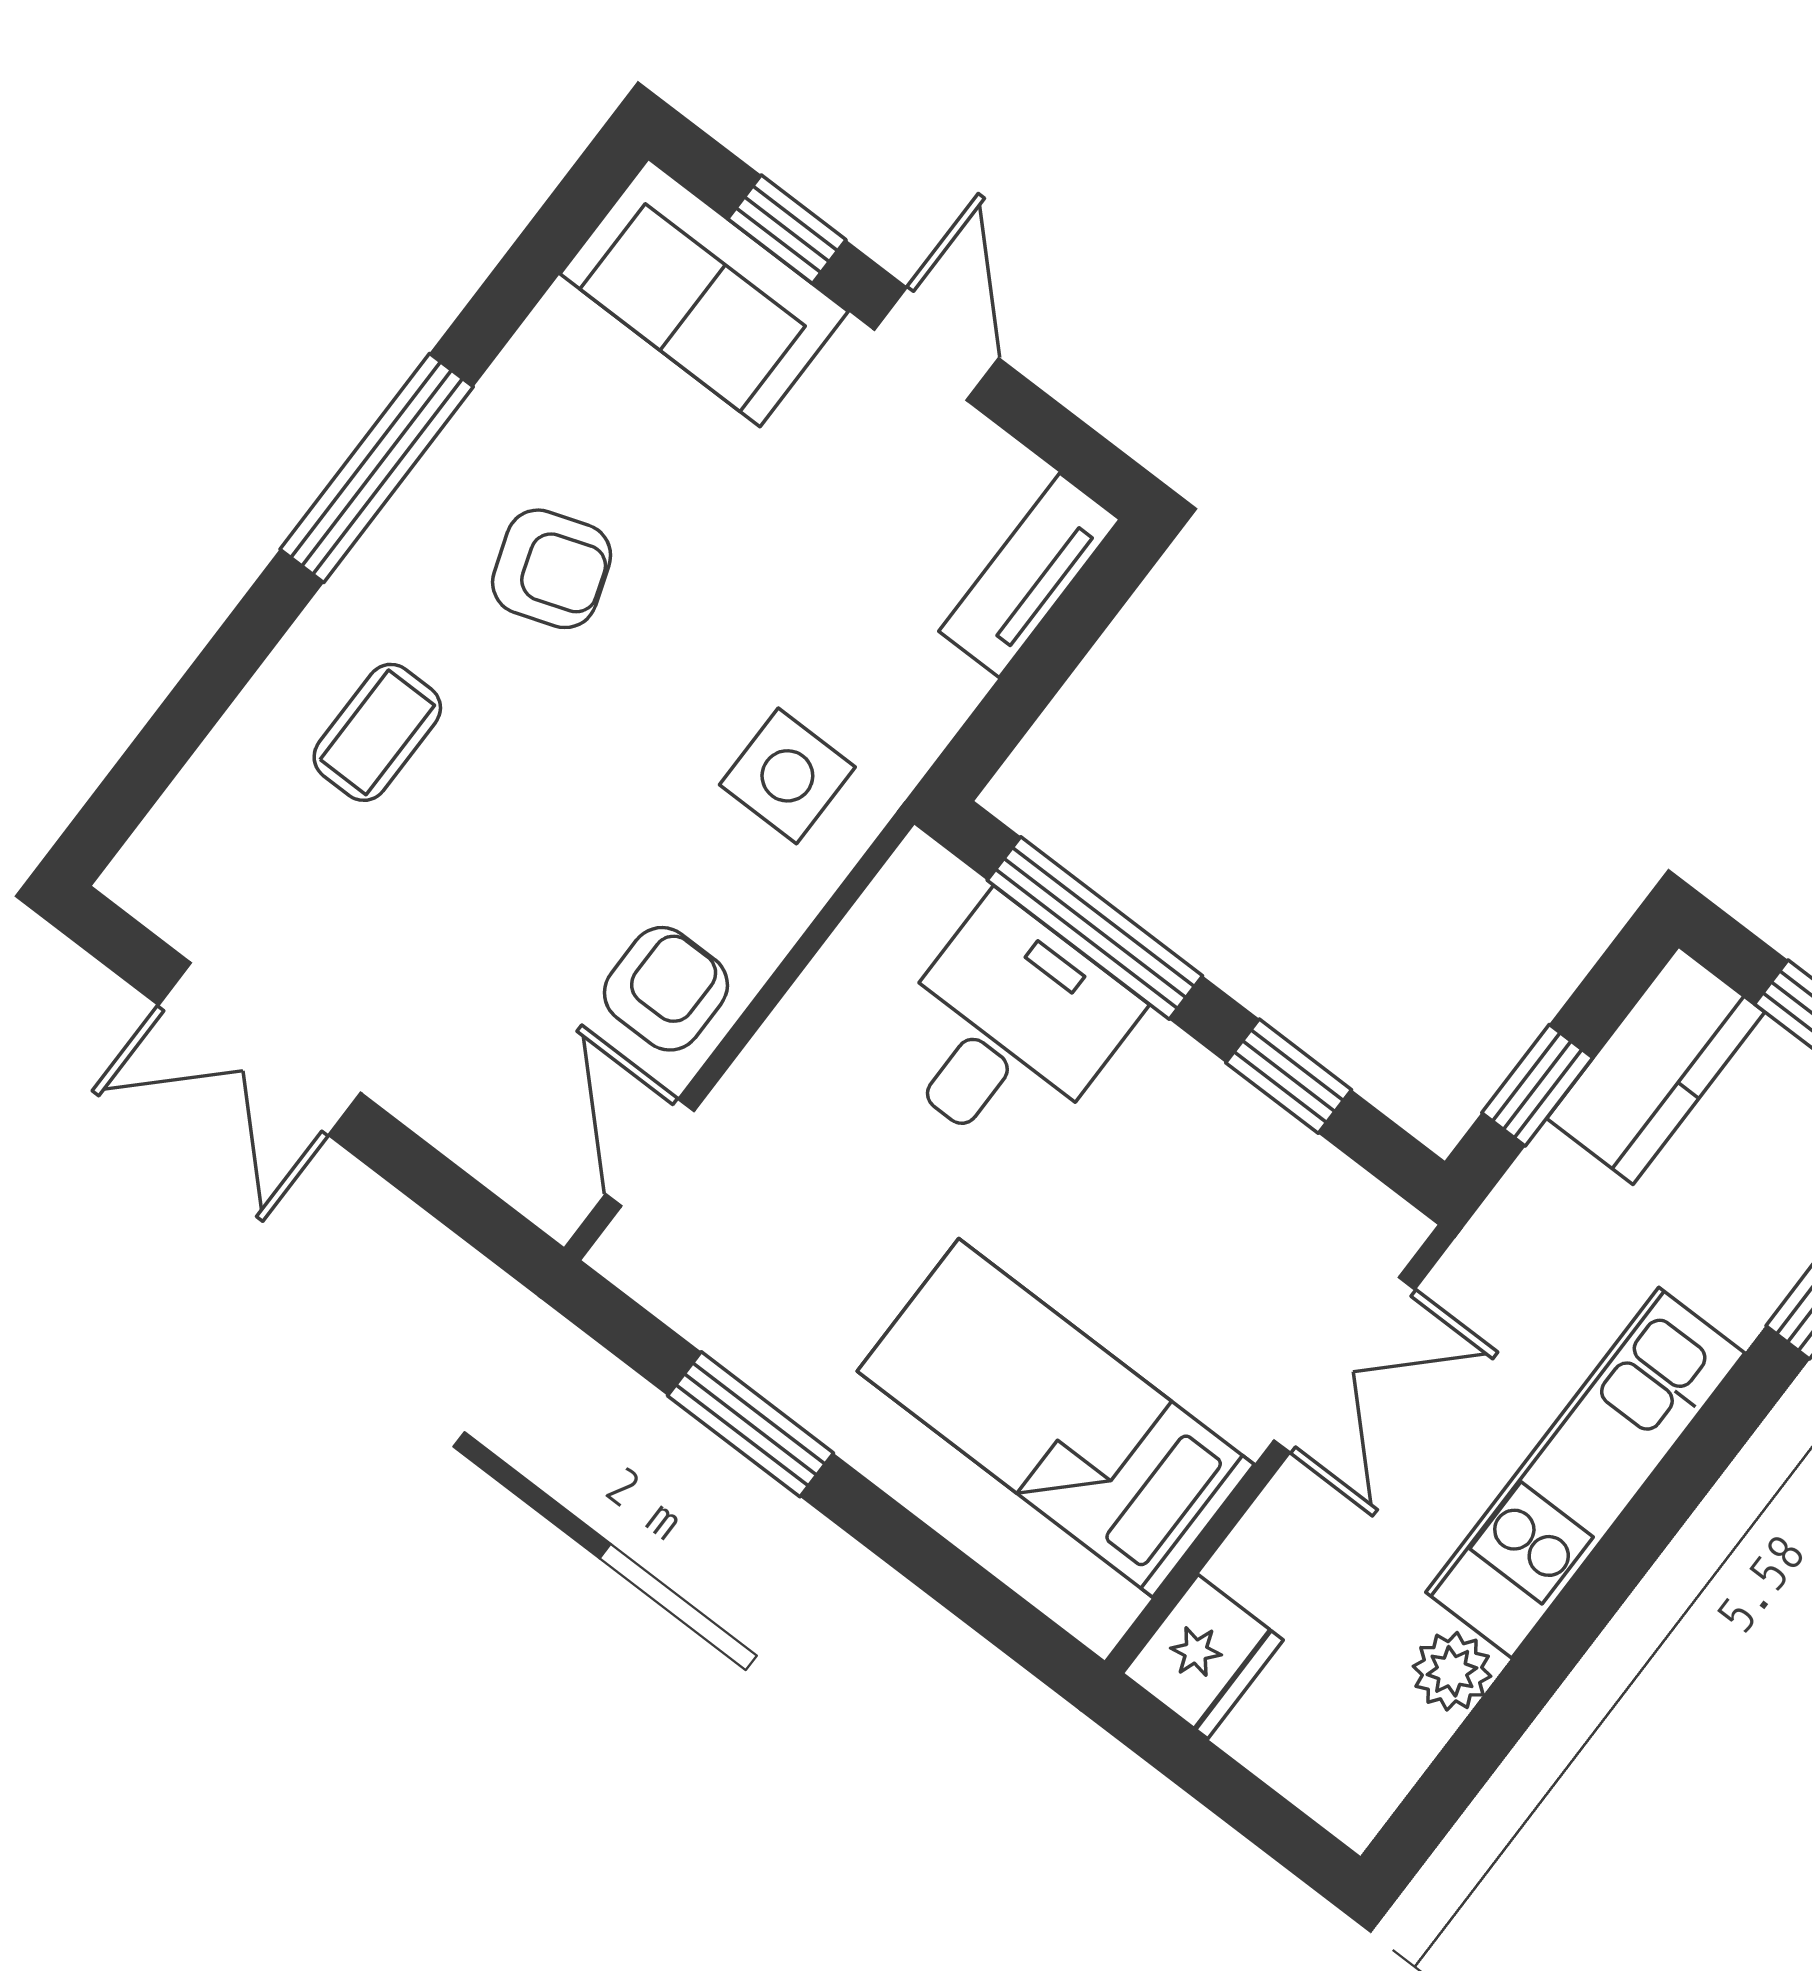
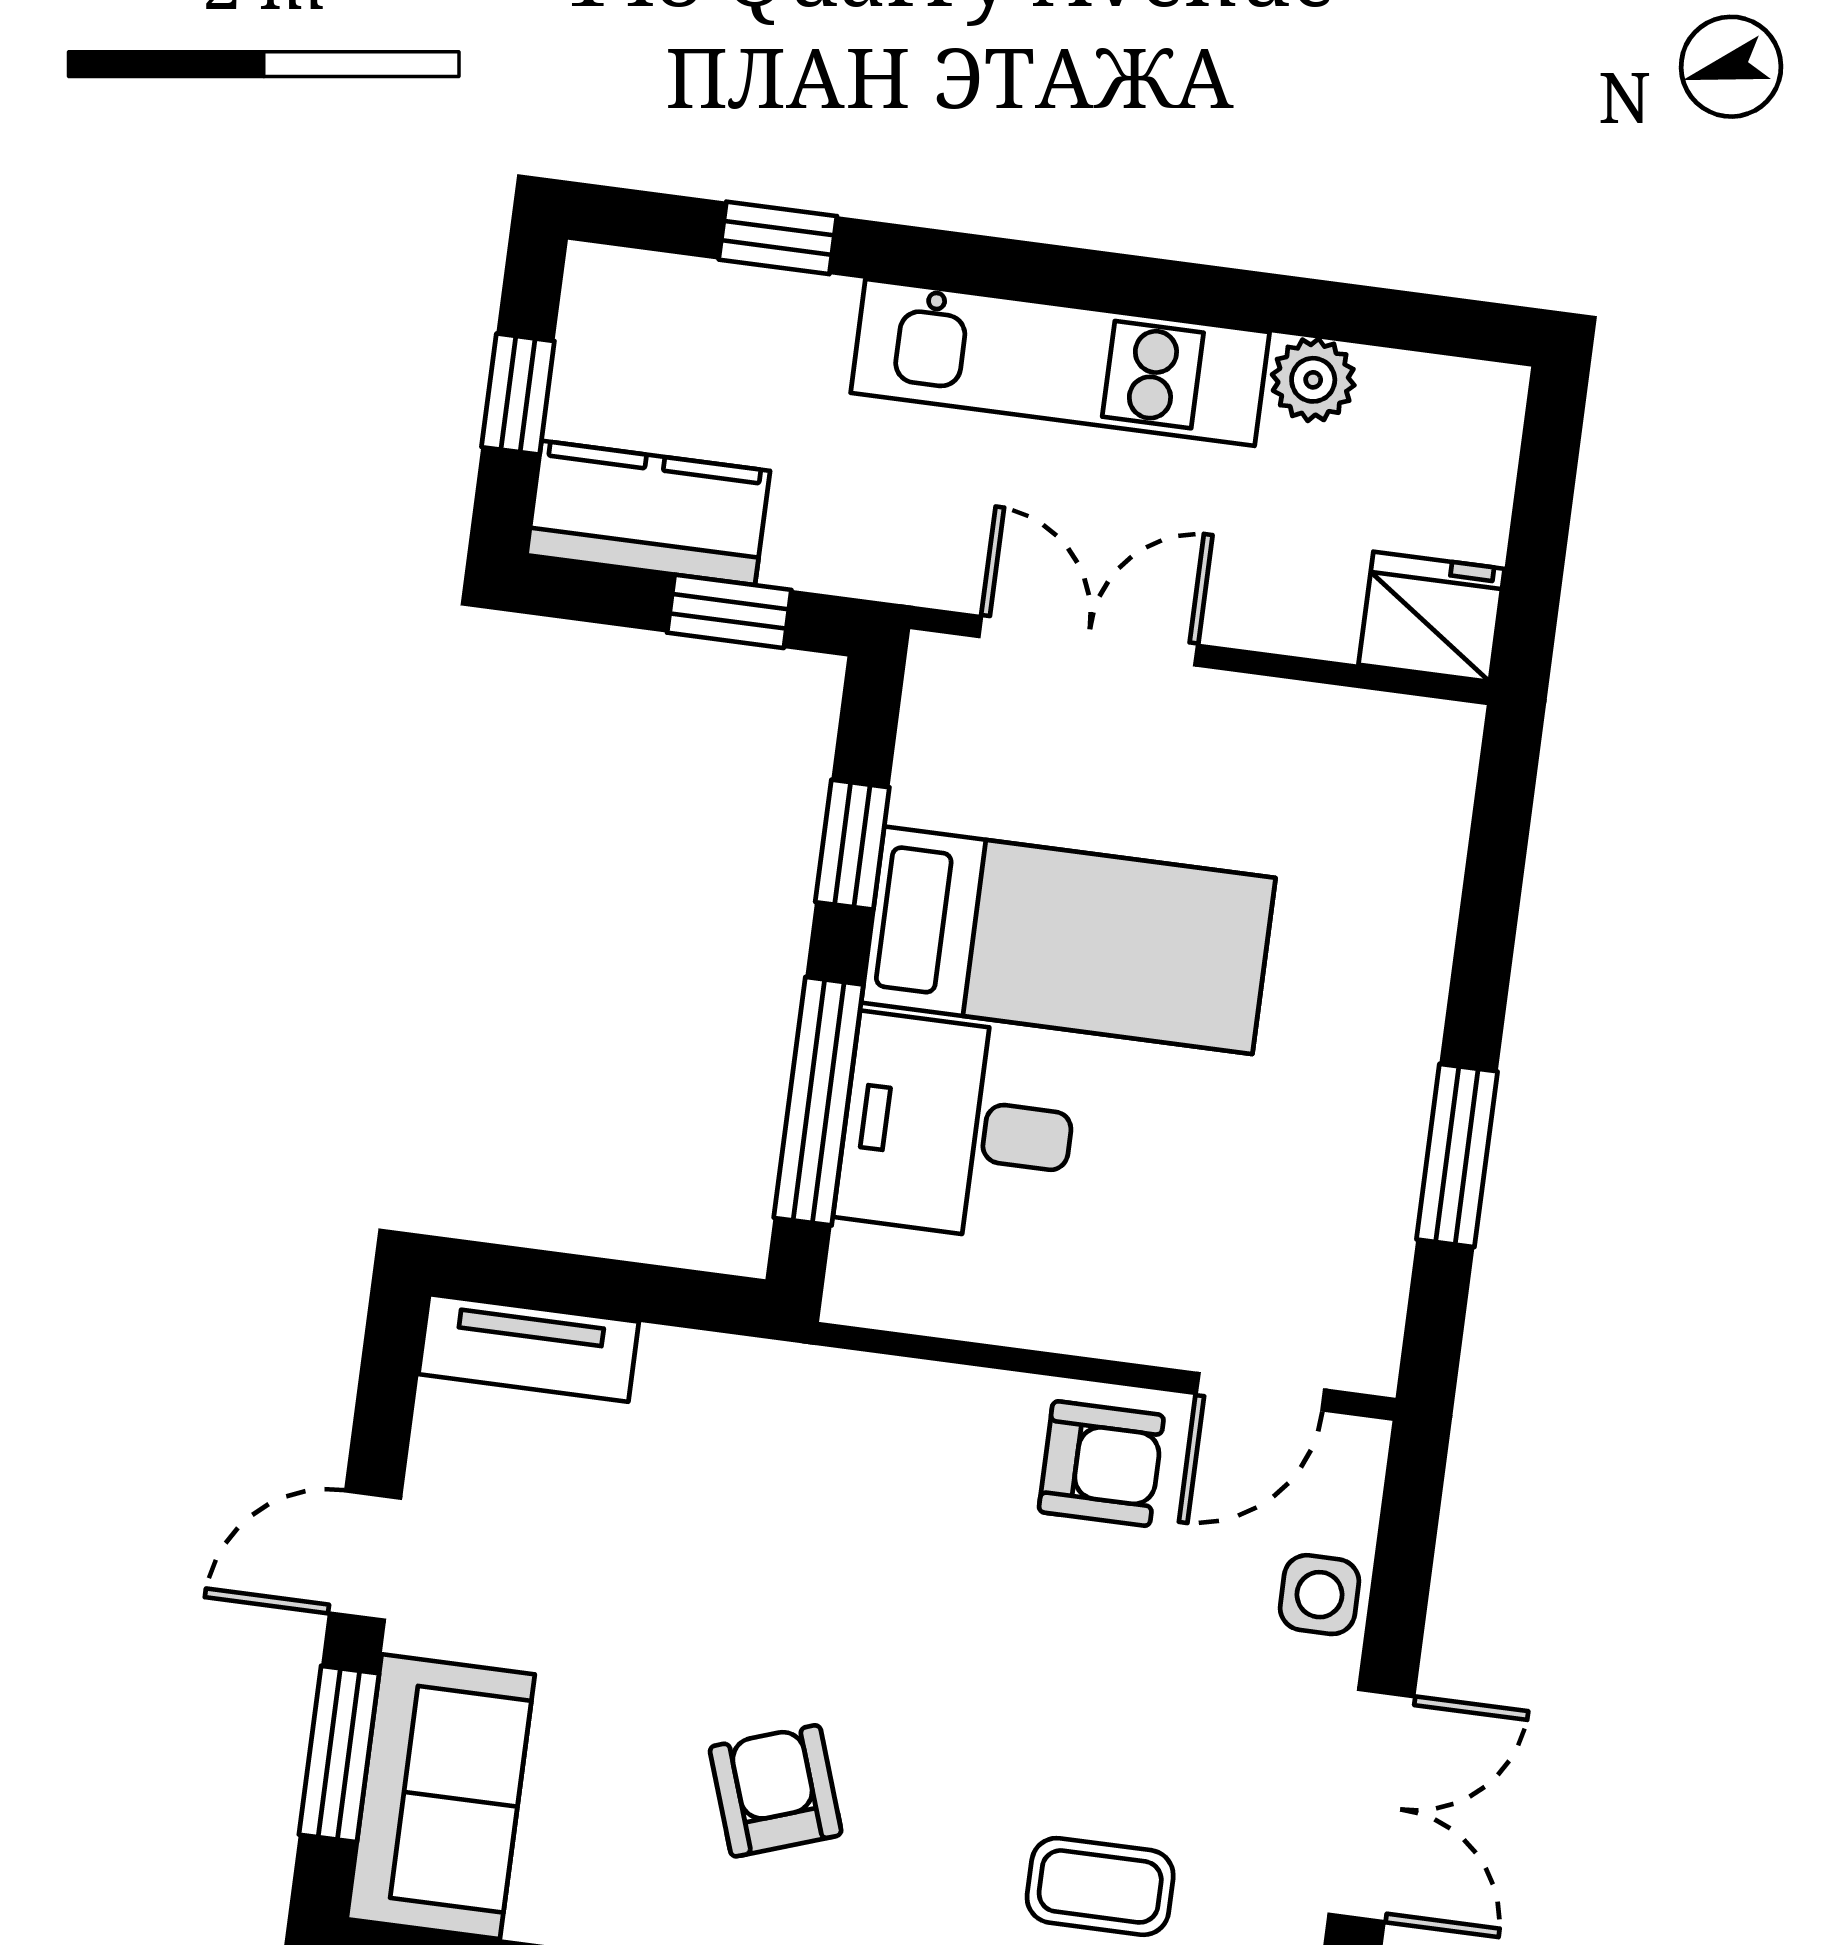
window: (787, 229) -> (339, 1754), width x1.50
coffee table: (377, 732) -> (1100, 1886), moved
side table: (787, 776) -> (1319, 1595), moved, width x0.73, depth x0.73
armchair: (666, 989) -> (1101, 1464), turned 180
bed: (1056, 1418) -> (1068, 940), moved, turned -90

